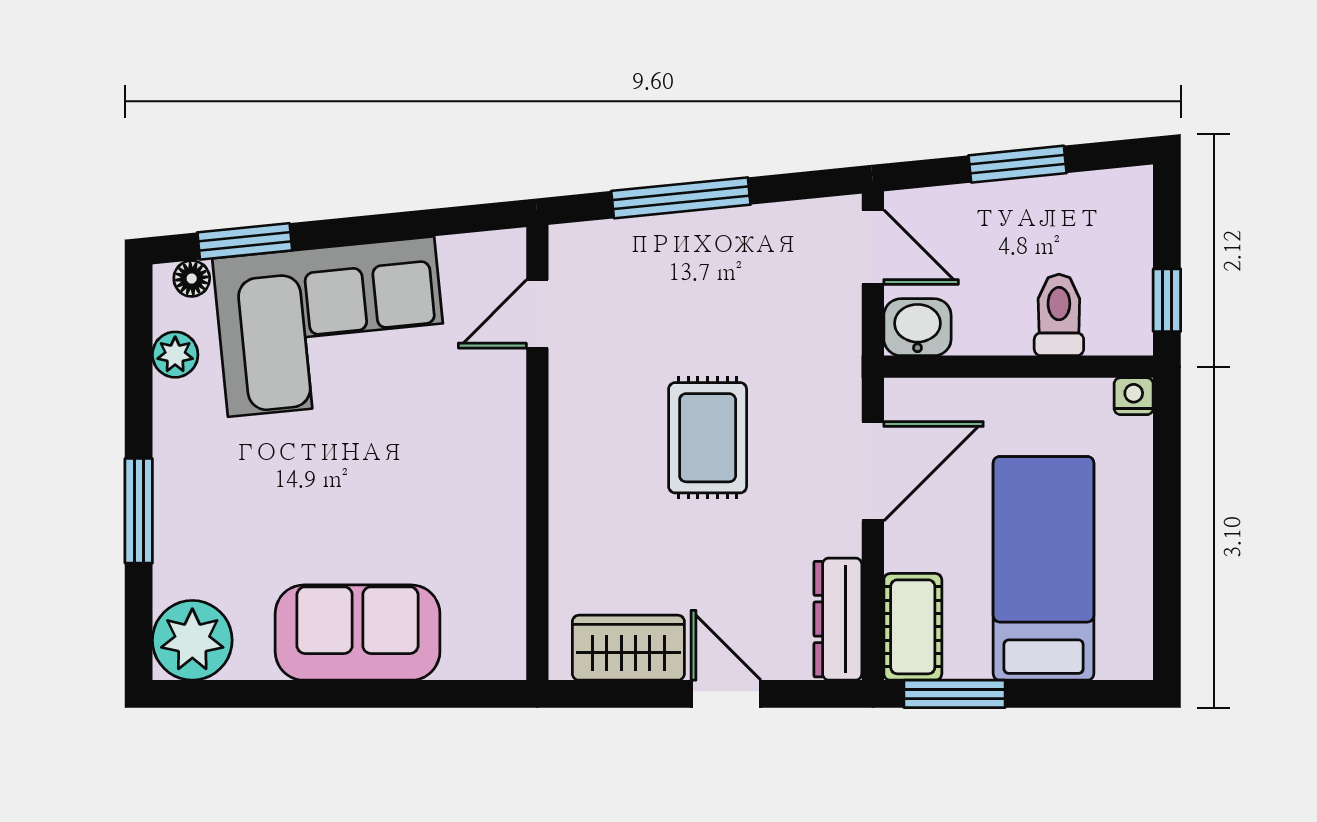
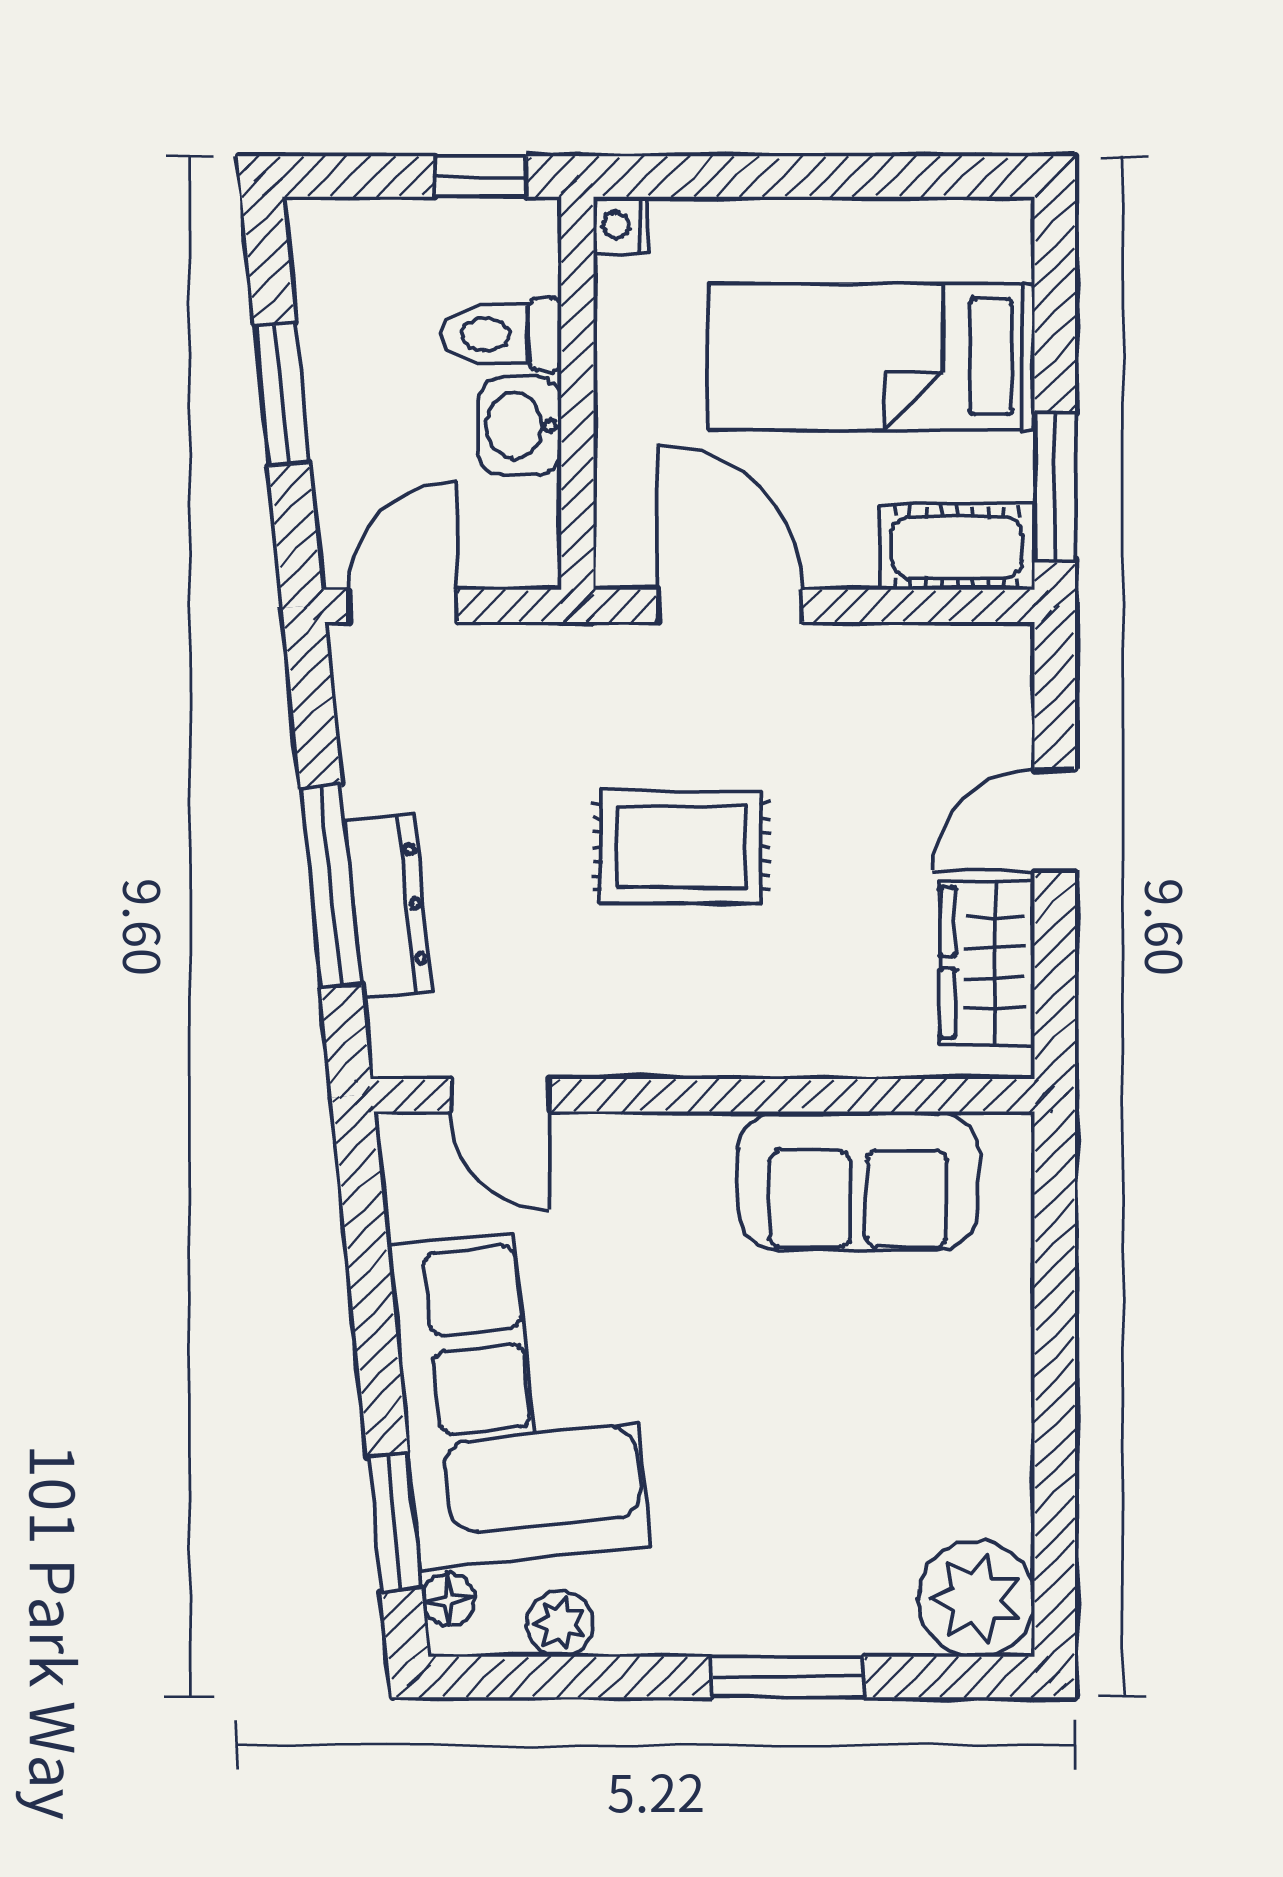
washbasin: (917, 327) -> (520, 426), moved
dresser: (838, 619) -> (388, 906), moved, turned -96
sofa: (358, 633) -> (858, 1181), moved, turned -90

